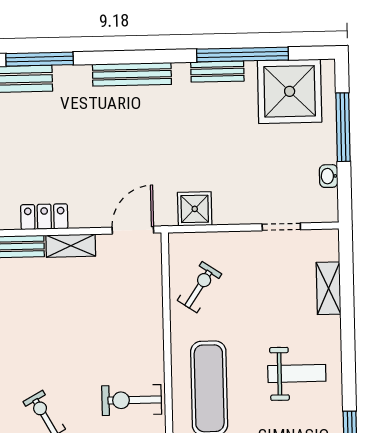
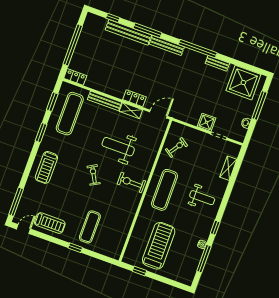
window: (242, 55) -> (198, 49), moved
bench: (132, 74) -> (167, 45), moved
shower: (195, 209) -> (207, 122), moved
locker: (44, 217) -> (135, 98), moved
weight bench: (73, 334) -> (118, 147), added

